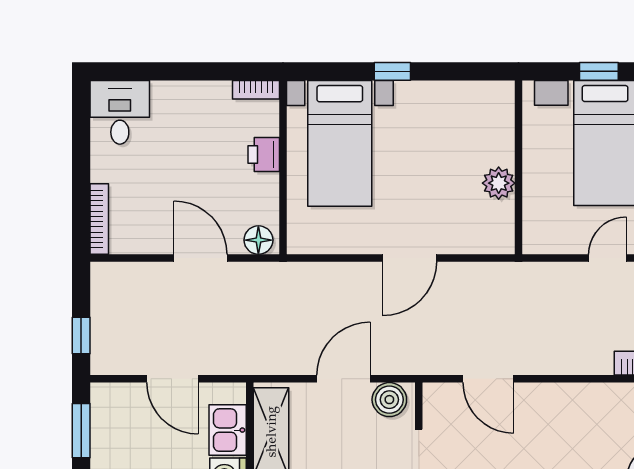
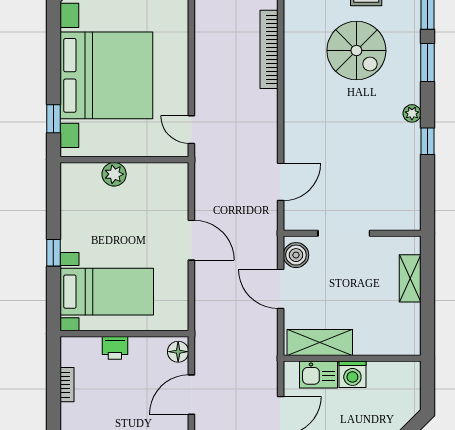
window: (599, 71) -> (53, 119), moved
bookcase: (256, 90) -> (67, 385), moved
plant: (499, 183) -> (114, 174), moved
door: (607, 258) -> (191, 130), moved

